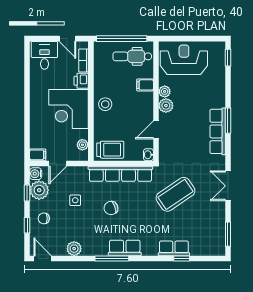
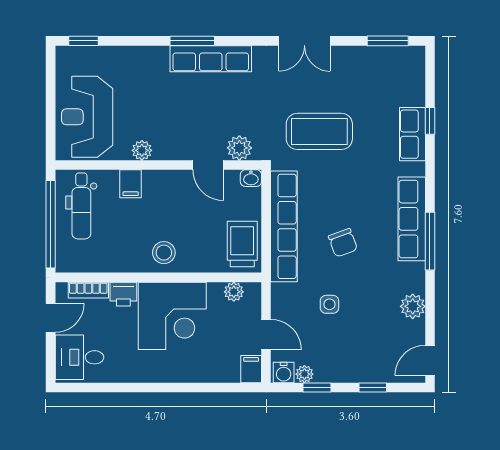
plant: (166, 106) -> (239, 148), moved
plant: (39, 190) -> (304, 374), width x0.53, depth x0.53
coffee table: (175, 194) -> (319, 131), turned -56
chair: (44, 218) -> (361, 359), removed
row of seats: (125, 248) -> (412, 219), width x1.48

